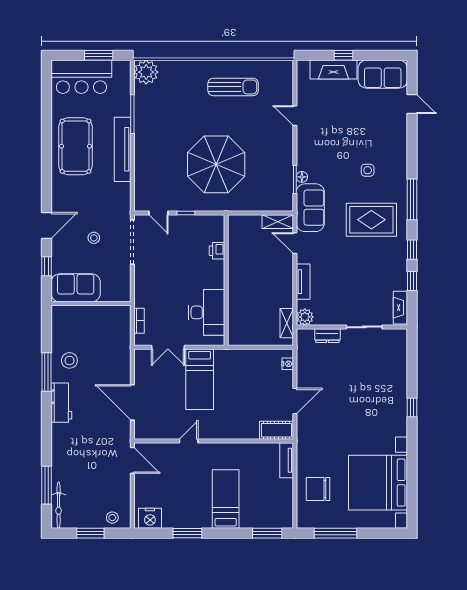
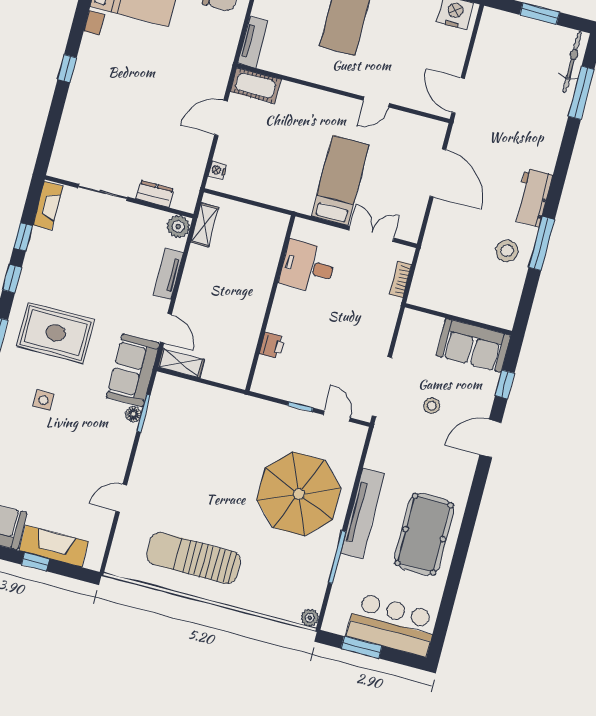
plant: (146, 72) -> (310, 618), width x0.53, depth x0.53
sun lounger: (233, 87) -> (194, 558), width x1.36, depth x1.34
door: (295, 116) -> (121, 498), swing flipped
parasol: (216, 164) -> (299, 494), moved
desk: (206, 312) -> (308, 267), width x0.73
stool: (112, 518) -> (505, 27), removed

